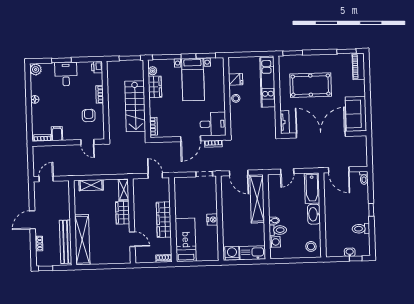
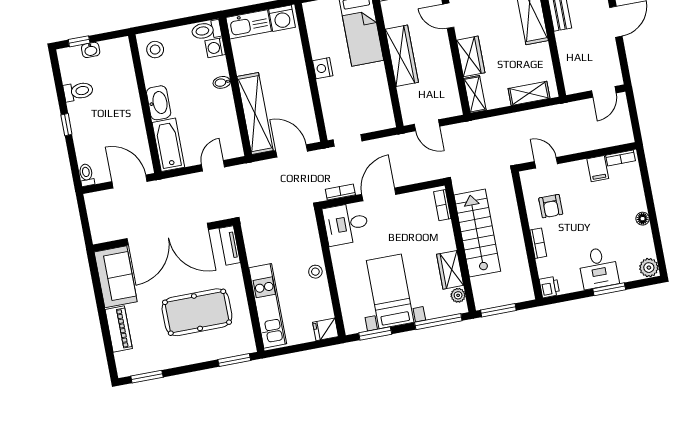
piano: (359, 66) -> (119, 329), moved
fridge: (236, 79) -> (326, 329), moved
toilet: (278, 230) -> (206, 30), moved

